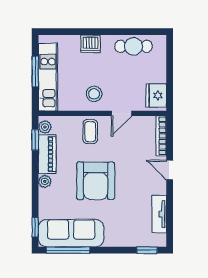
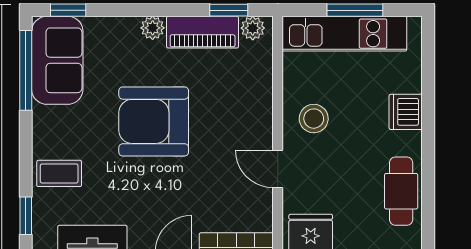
coffee table: (90, 132) -> (59, 173), moved
sofa: (71, 233) -> (57, 60), width x0.73

